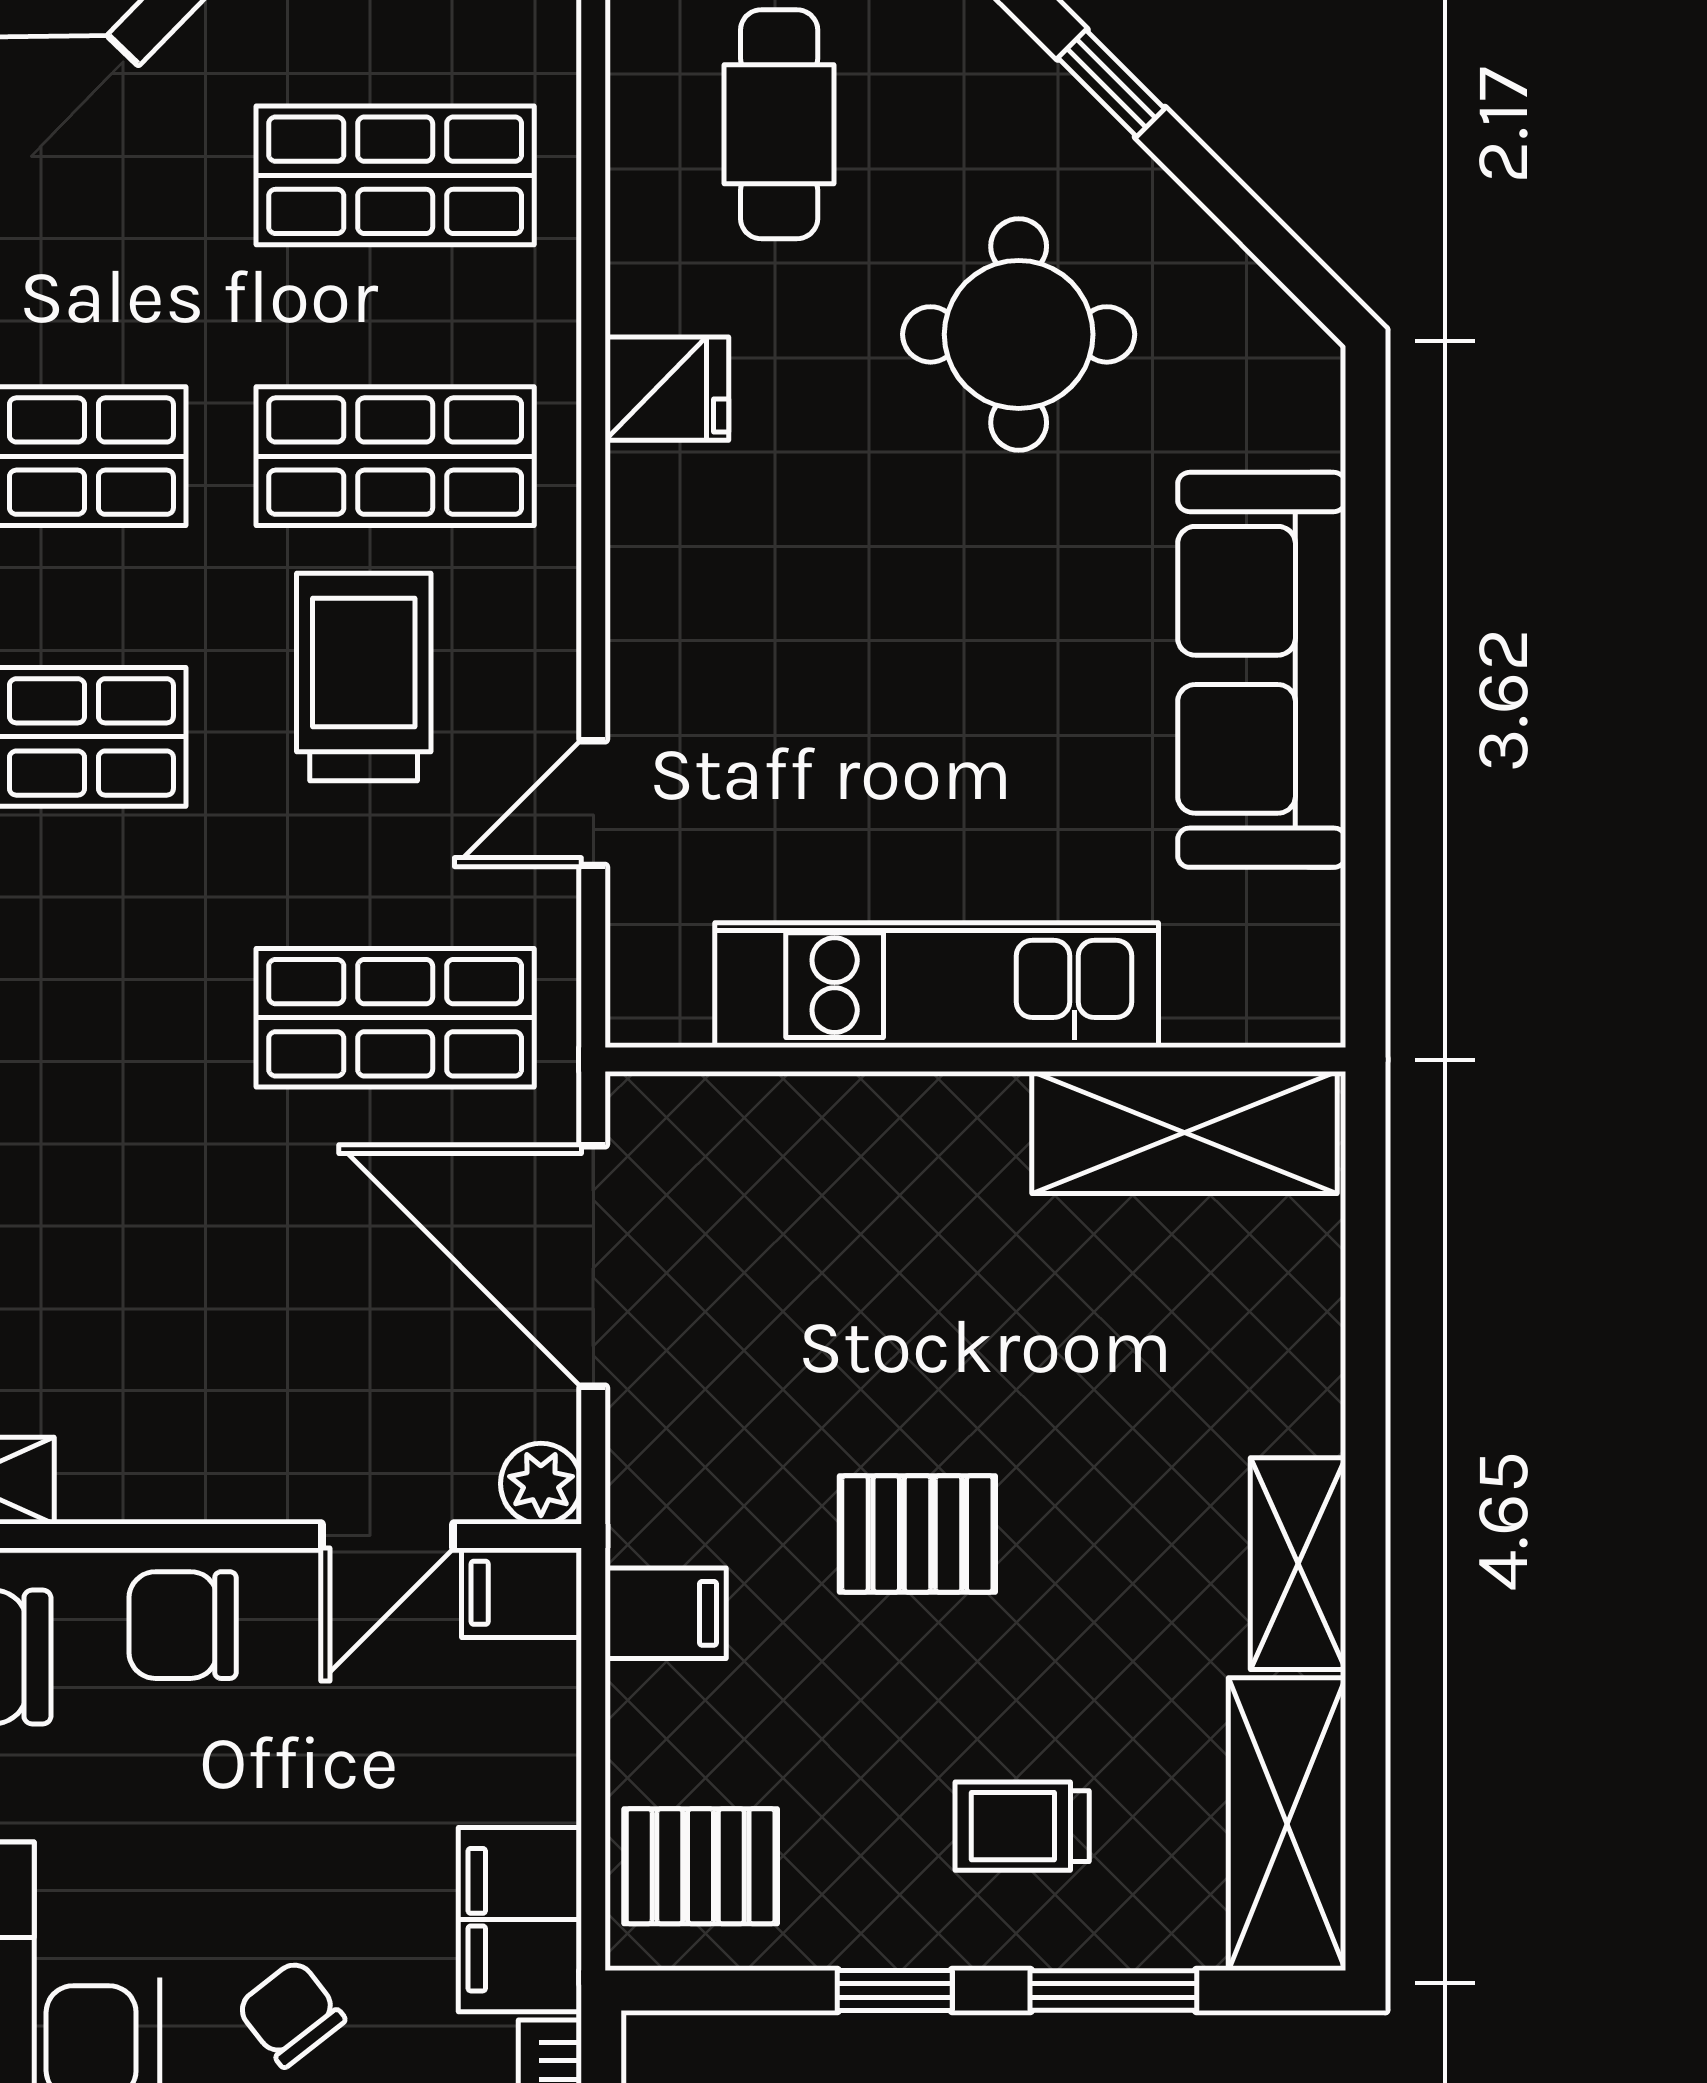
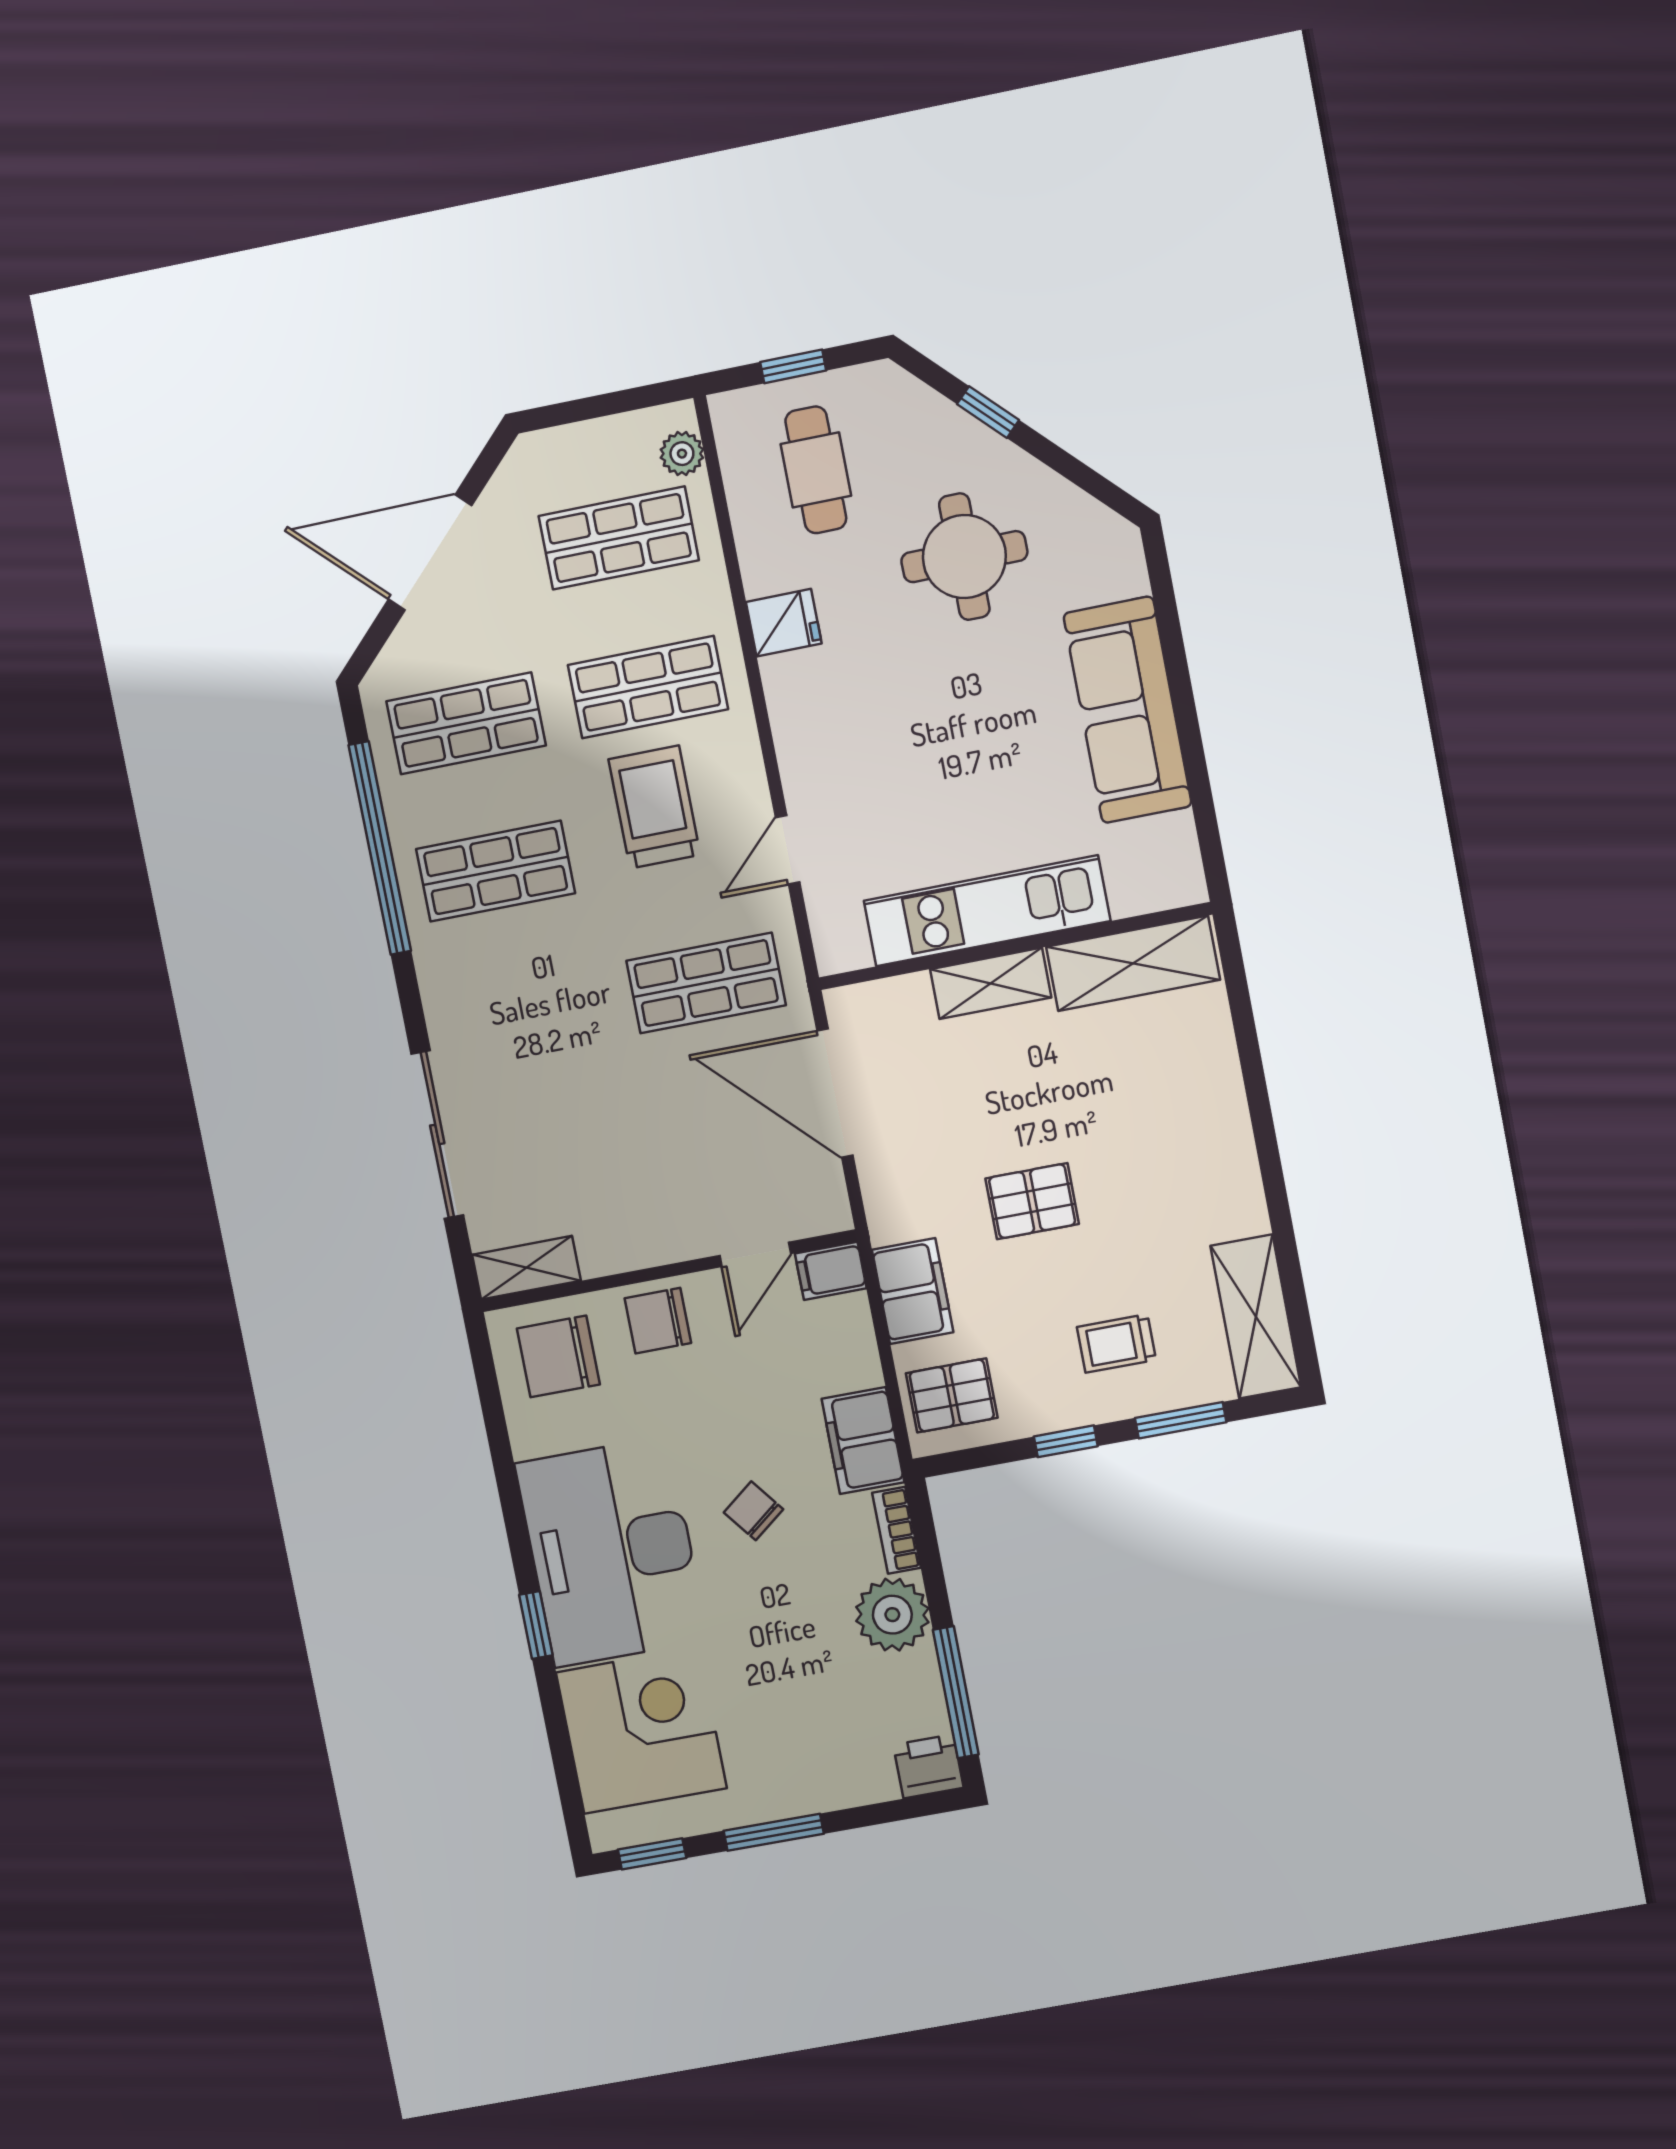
plant: (541, 1484) -> (682, 454), moved
shelving: (1298, 1564) -> (991, 983), moved, turned 90
filing cabinet: (666, 1613) -> (913, 1291), width x2.00

